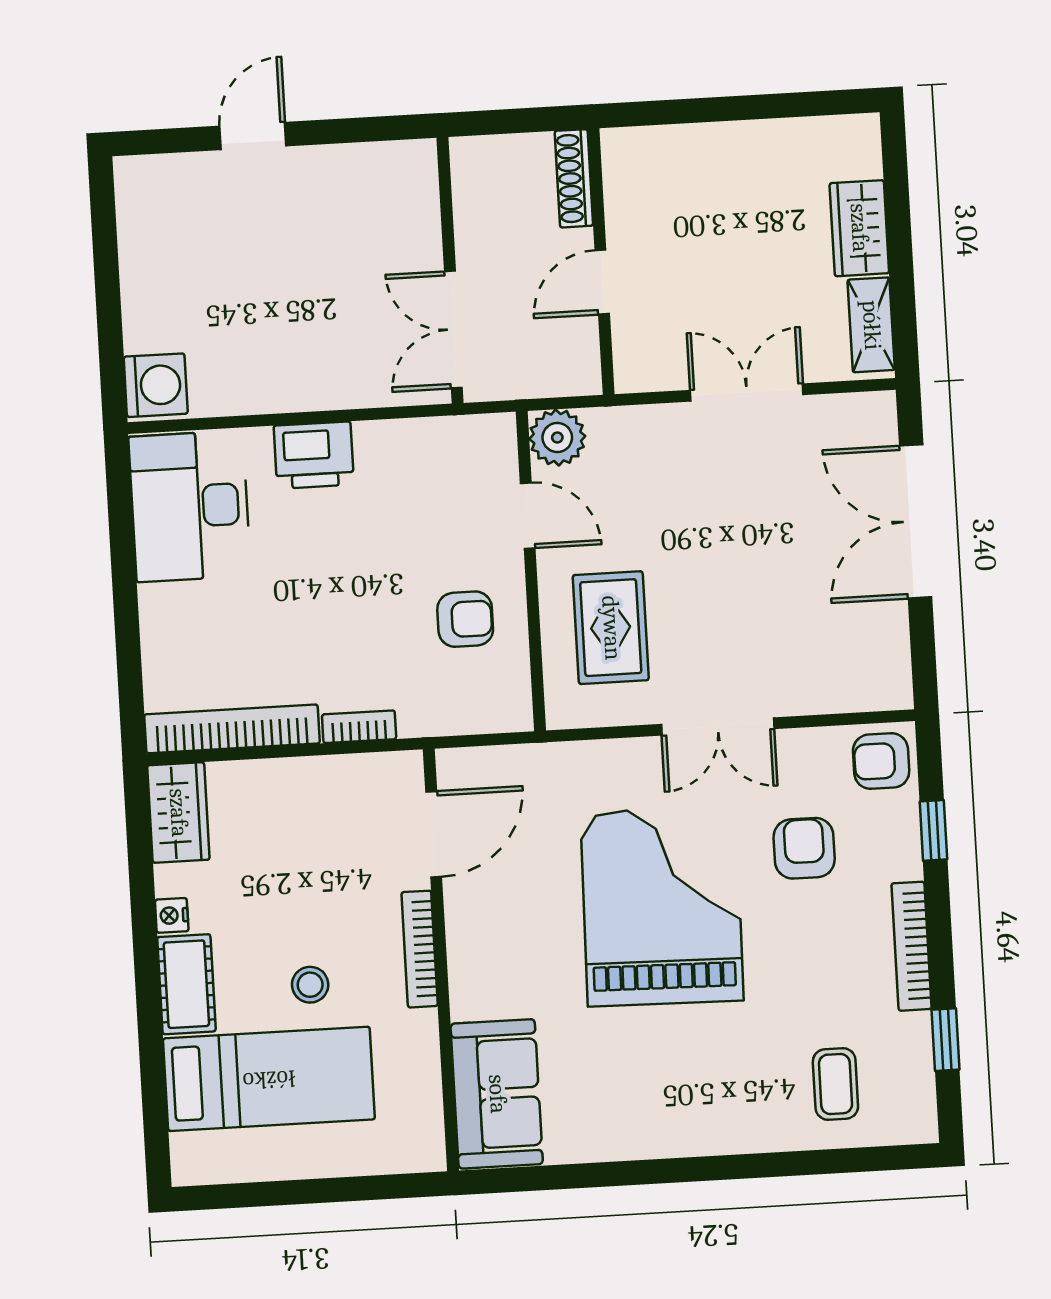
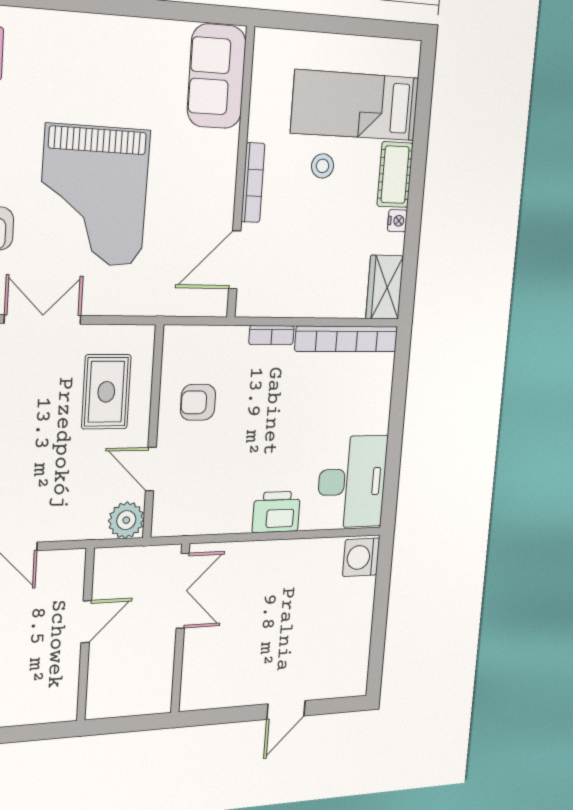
shoe rack: (574, 178) -> (97, 688), removed

